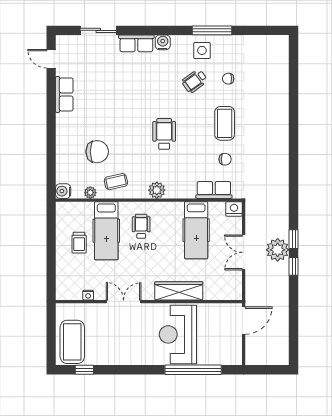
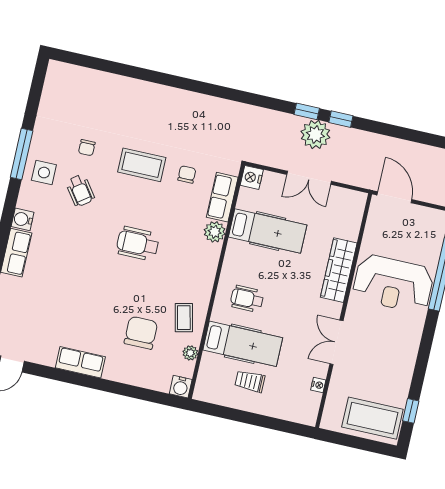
row of seats: (64, 94) -> (80, 362), moved
plant: (157, 190) -> (215, 232), moved
trolley: (79, 243) -> (250, 381), turned 180

